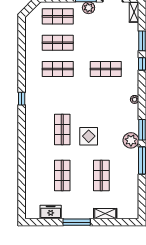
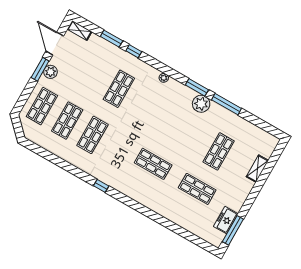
display table: (89, 136) -> (174, 142), removed
shop shelf: (101, 175) -> (219, 151), turned 90
window: (77, 222) -> (233, 230), moved

